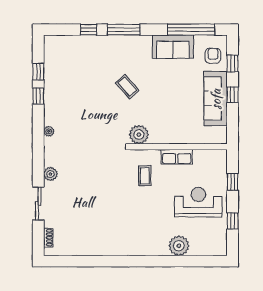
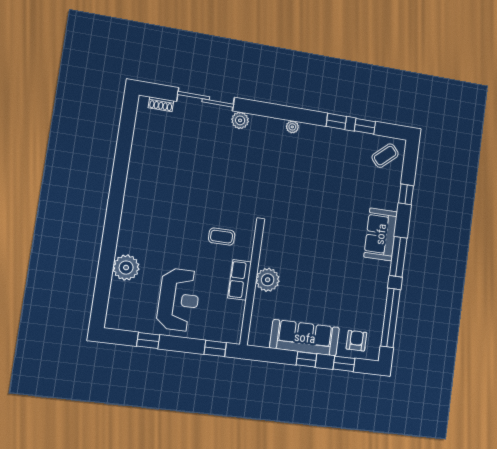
window: (124, 30) -> (398, 257), moved
sofa: (173, 47) -> (381, 234), moved
armchair: (213, 56) -> (356, 341), turned -90
coffee table: (127, 87) -> (385, 156), moved
plant: (139, 135) -> (268, 280), moved
window: (233, 182) -> (215, 348), moved
sliding door: (38, 203) -> (206, 99), width x1.37

